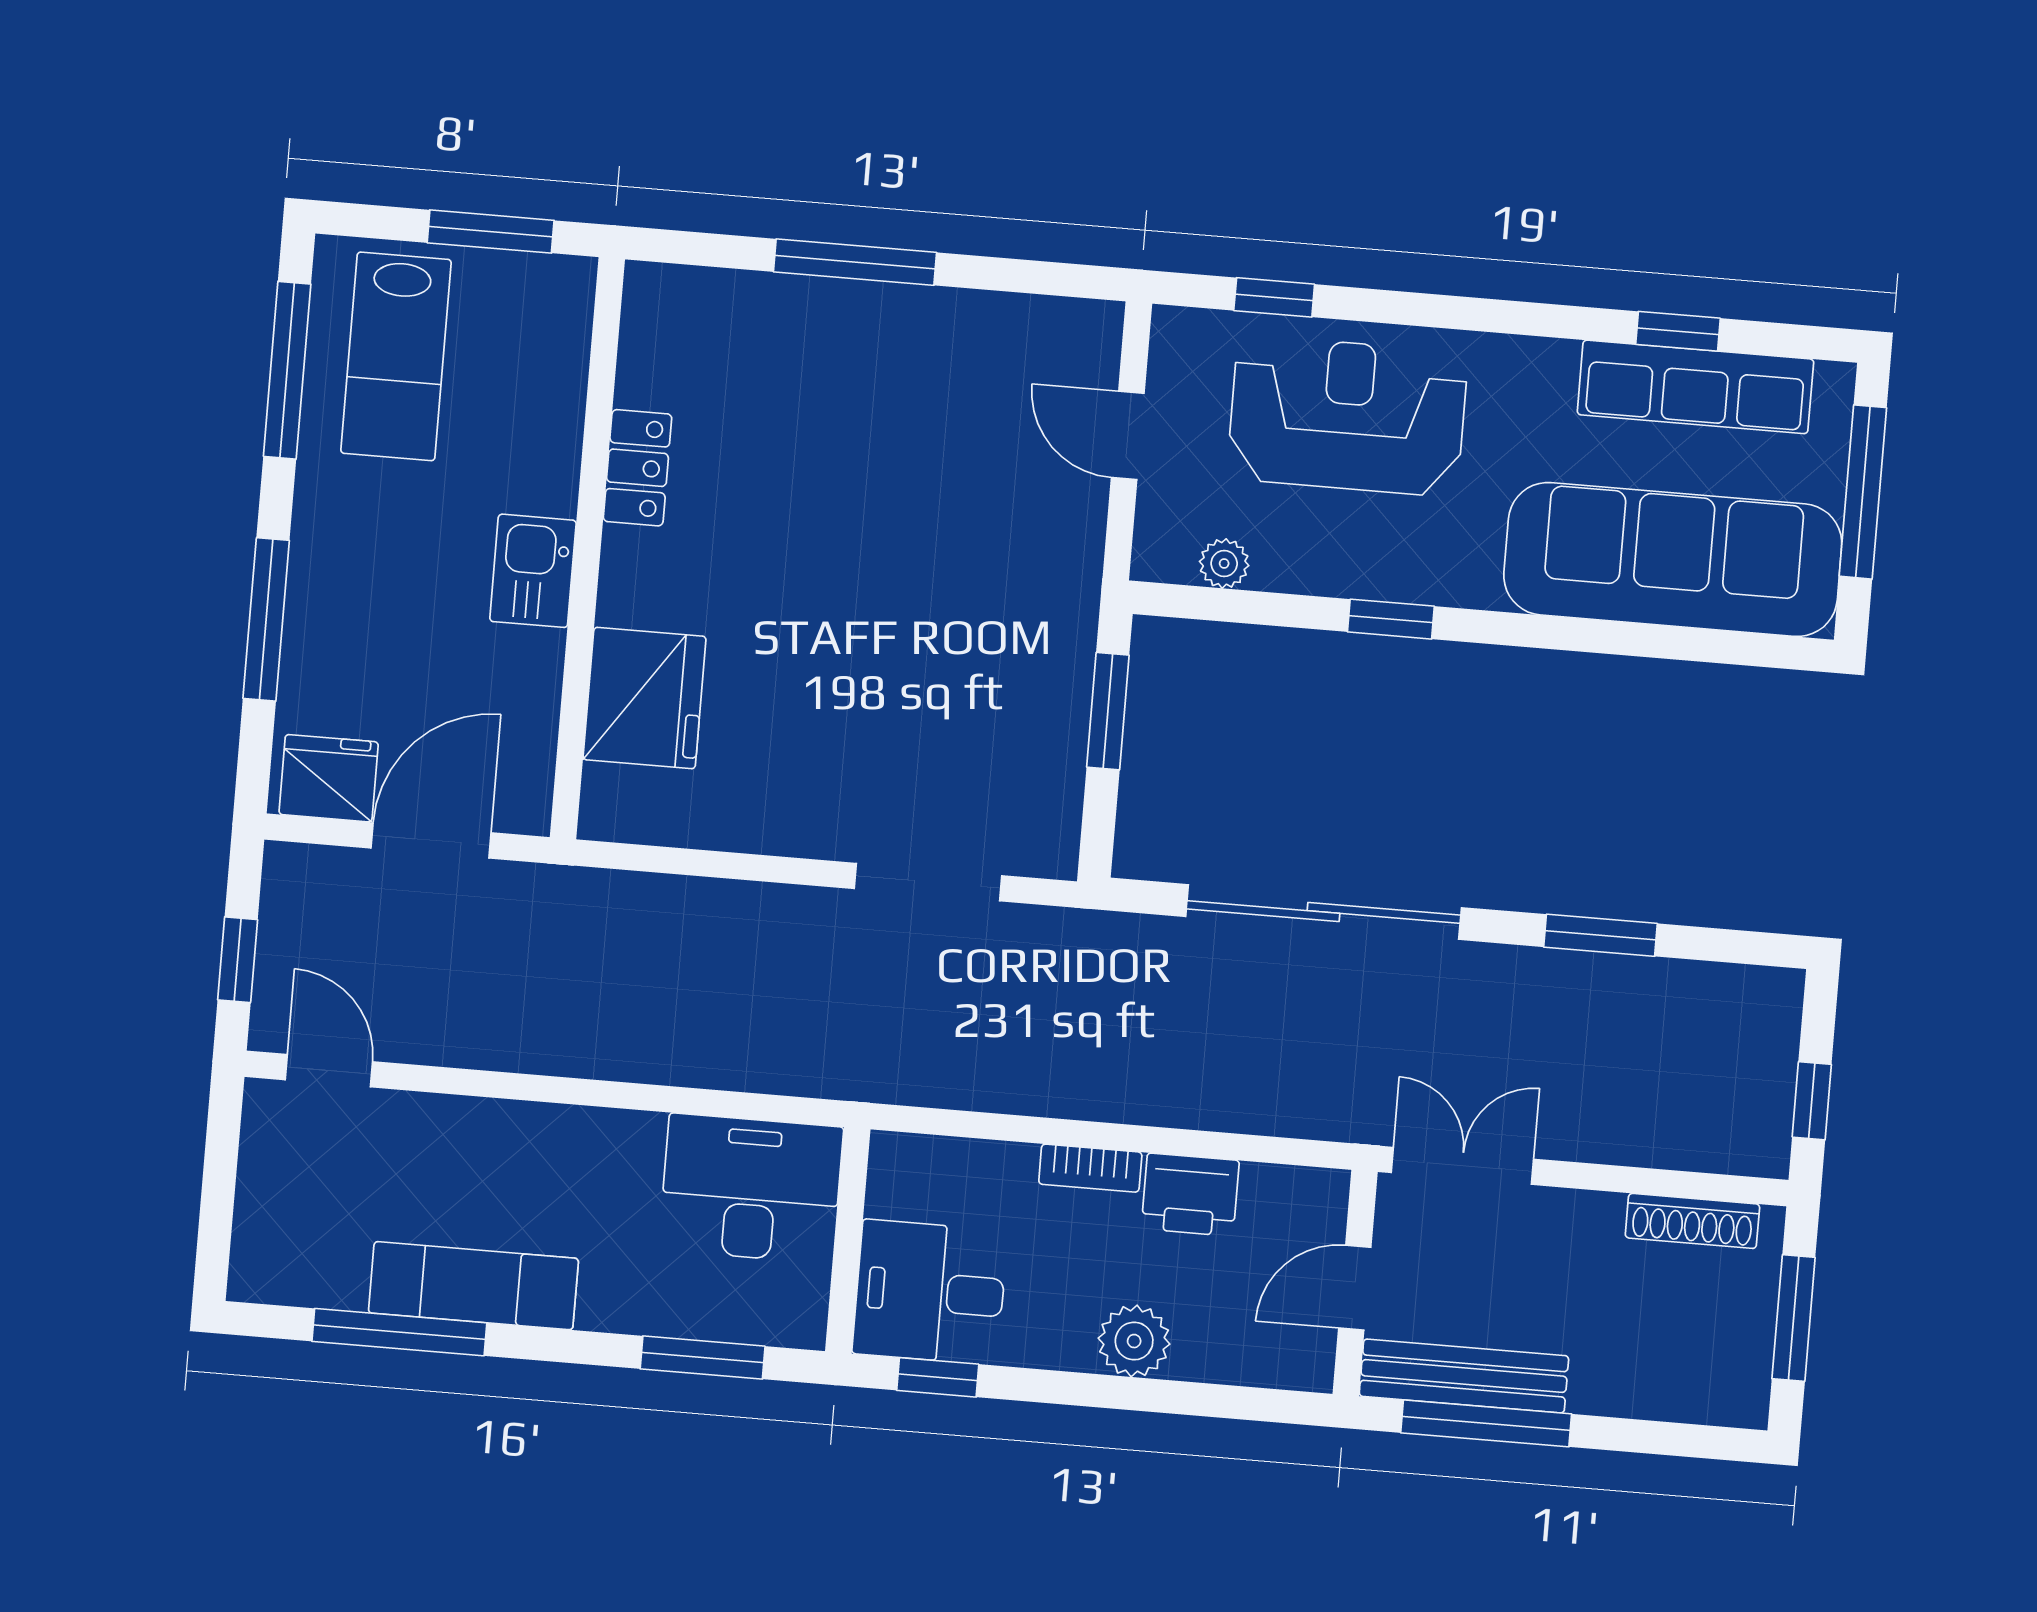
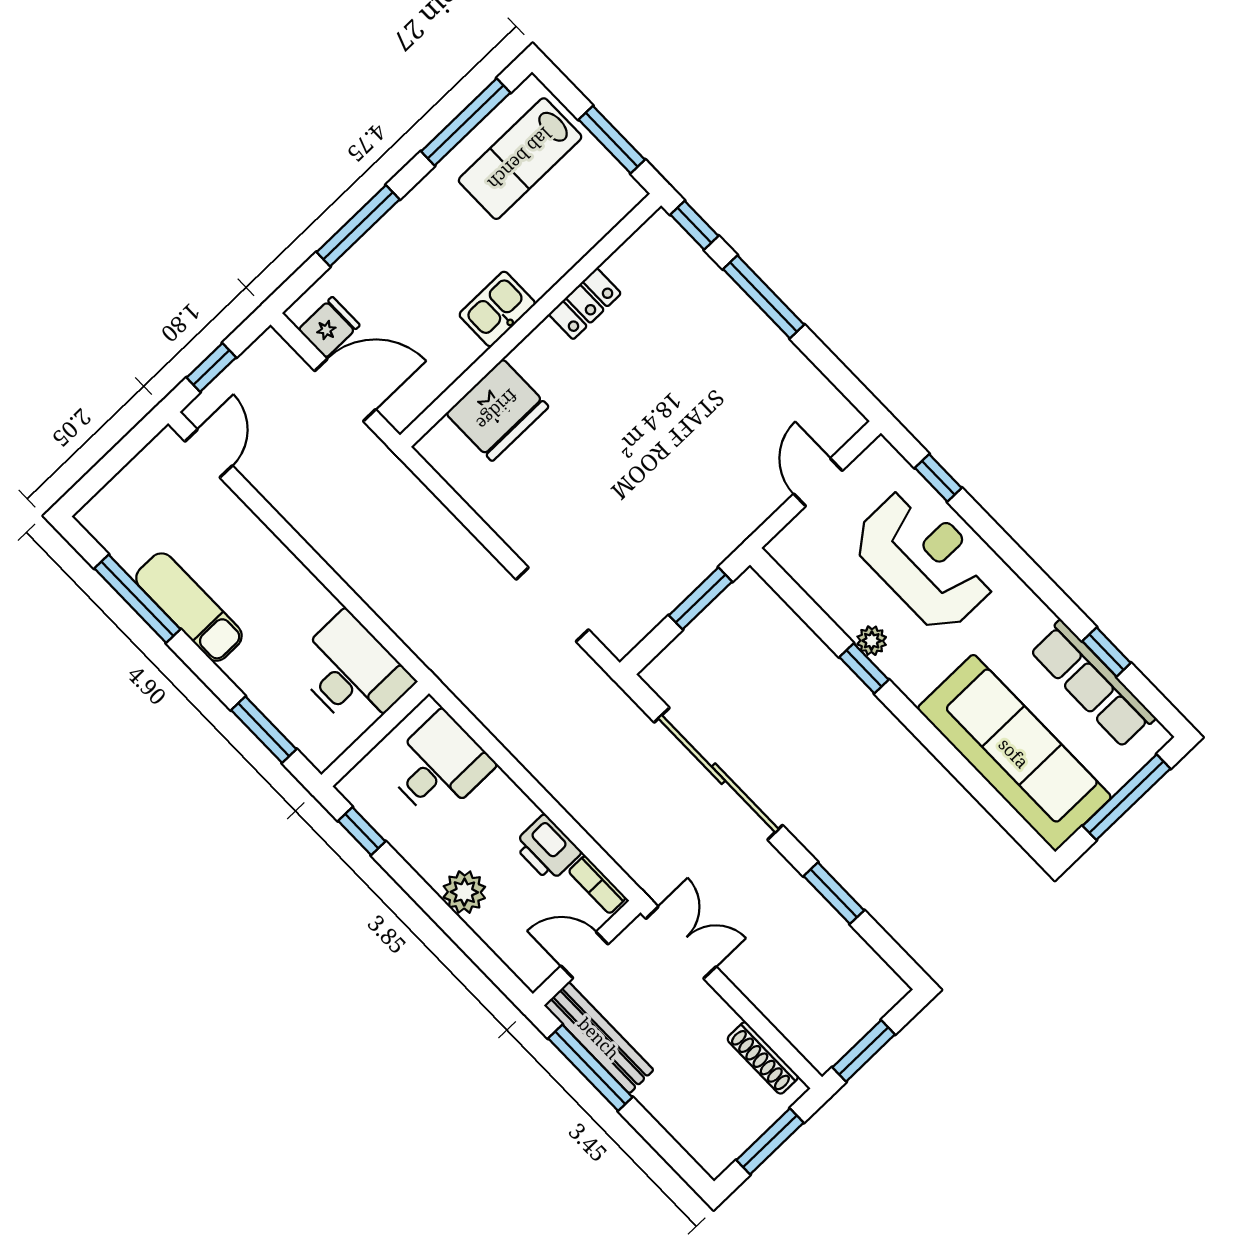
window: (689, 248) -> (694, 225), added
plant: (1224, 563) -> (872, 641), moved
fridge: (329, 778) -> (329, 327), width x0.72
window: (1812, 1101) -> (864, 1051), width x1.50
bookcase: (1090, 1168) -> (597, 885), moved
desk: (930, 1292) -> (439, 766), moved, turned 90

